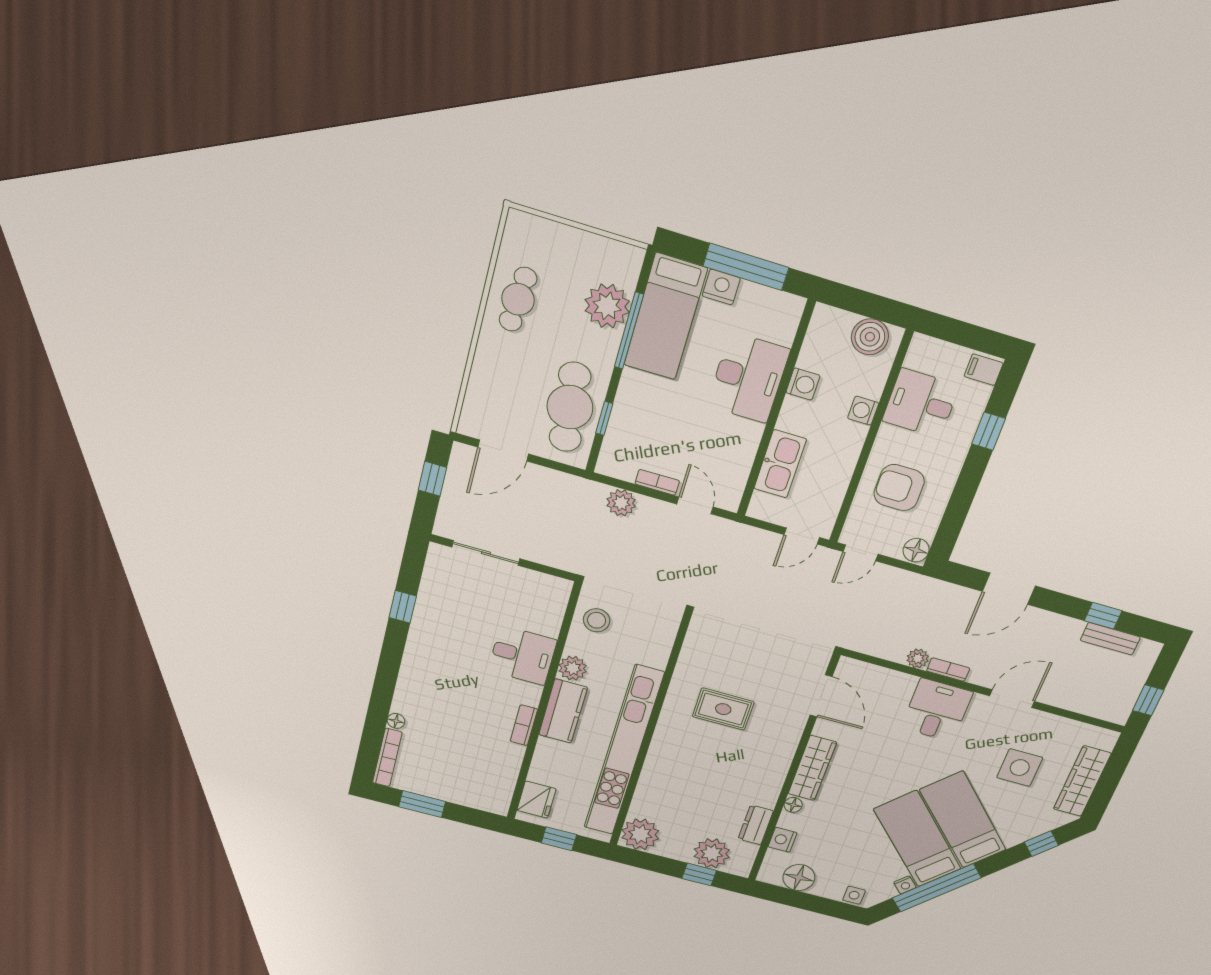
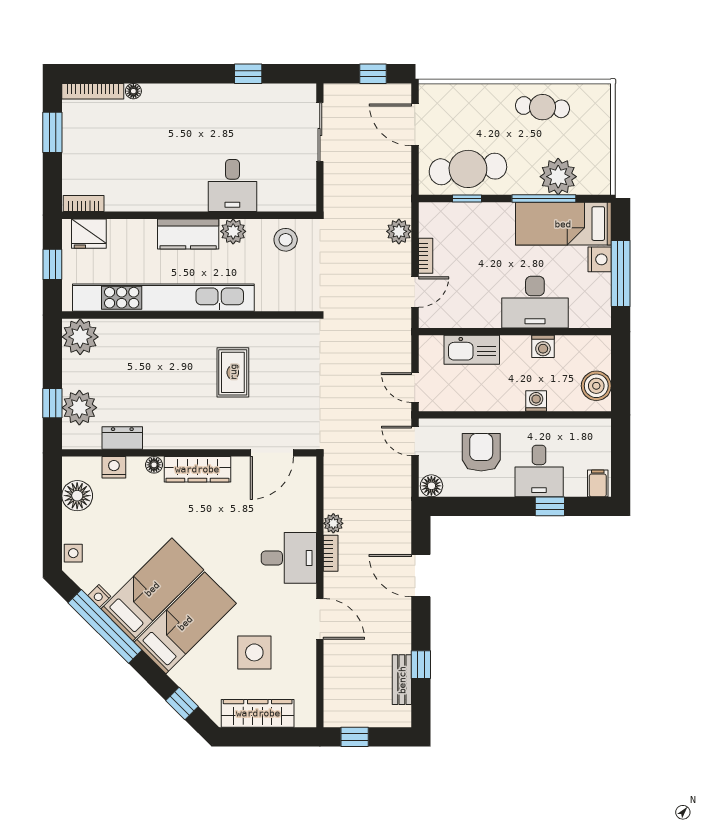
desk: (921, 403) -> (539, 471), moved, turned 180
bookcase: (524, 725) -> (84, 204), moved

